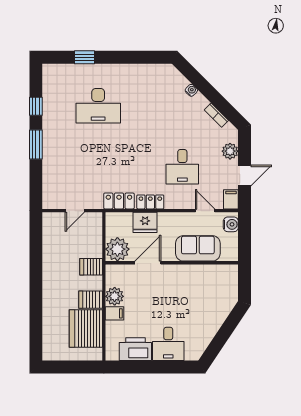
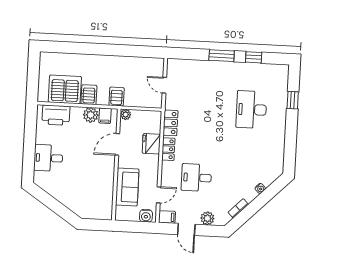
plant: (117, 249) -> (126, 114), width x0.53, depth x0.53
door: (148, 263) -> (117, 144), swing flipped
filing cabinet: (115, 313) -> (105, 116), moved
printer: (135, 349) -> (56, 115), moved, turned 90

